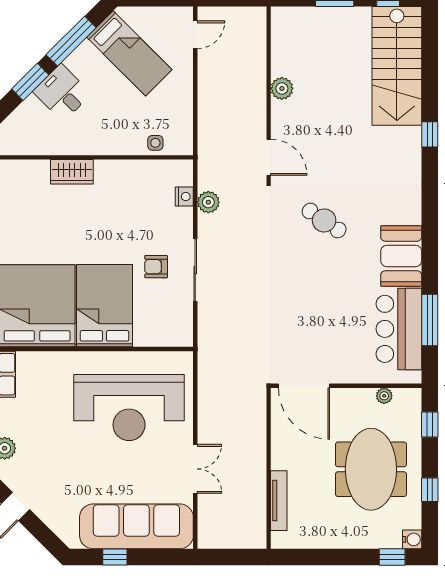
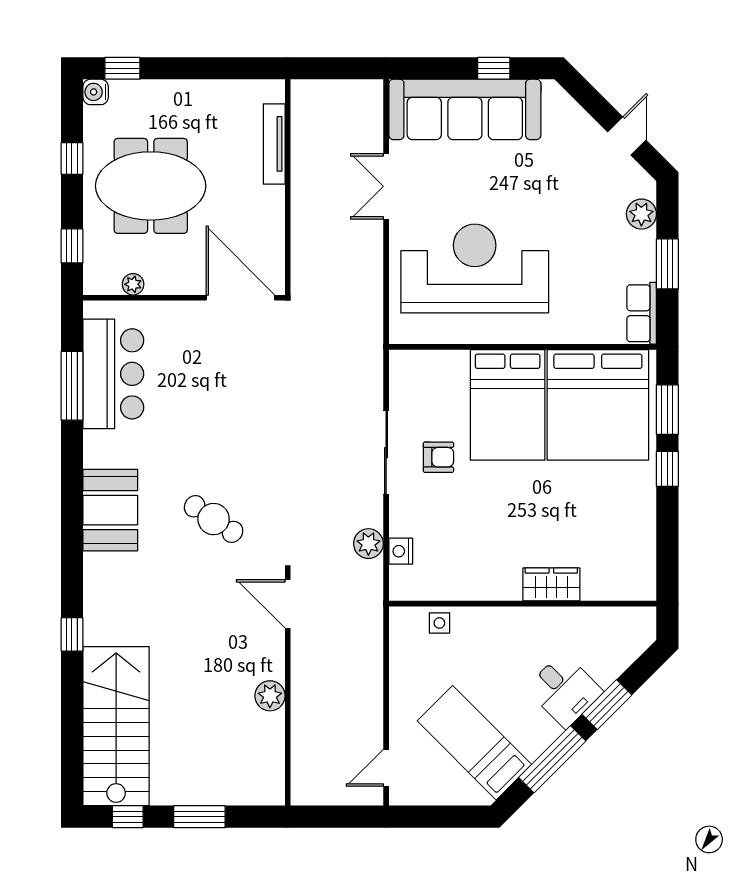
booth: (401, 256) -> (110, 510), moved
meeting table: (371, 469) -> (151, 186), turned 90

